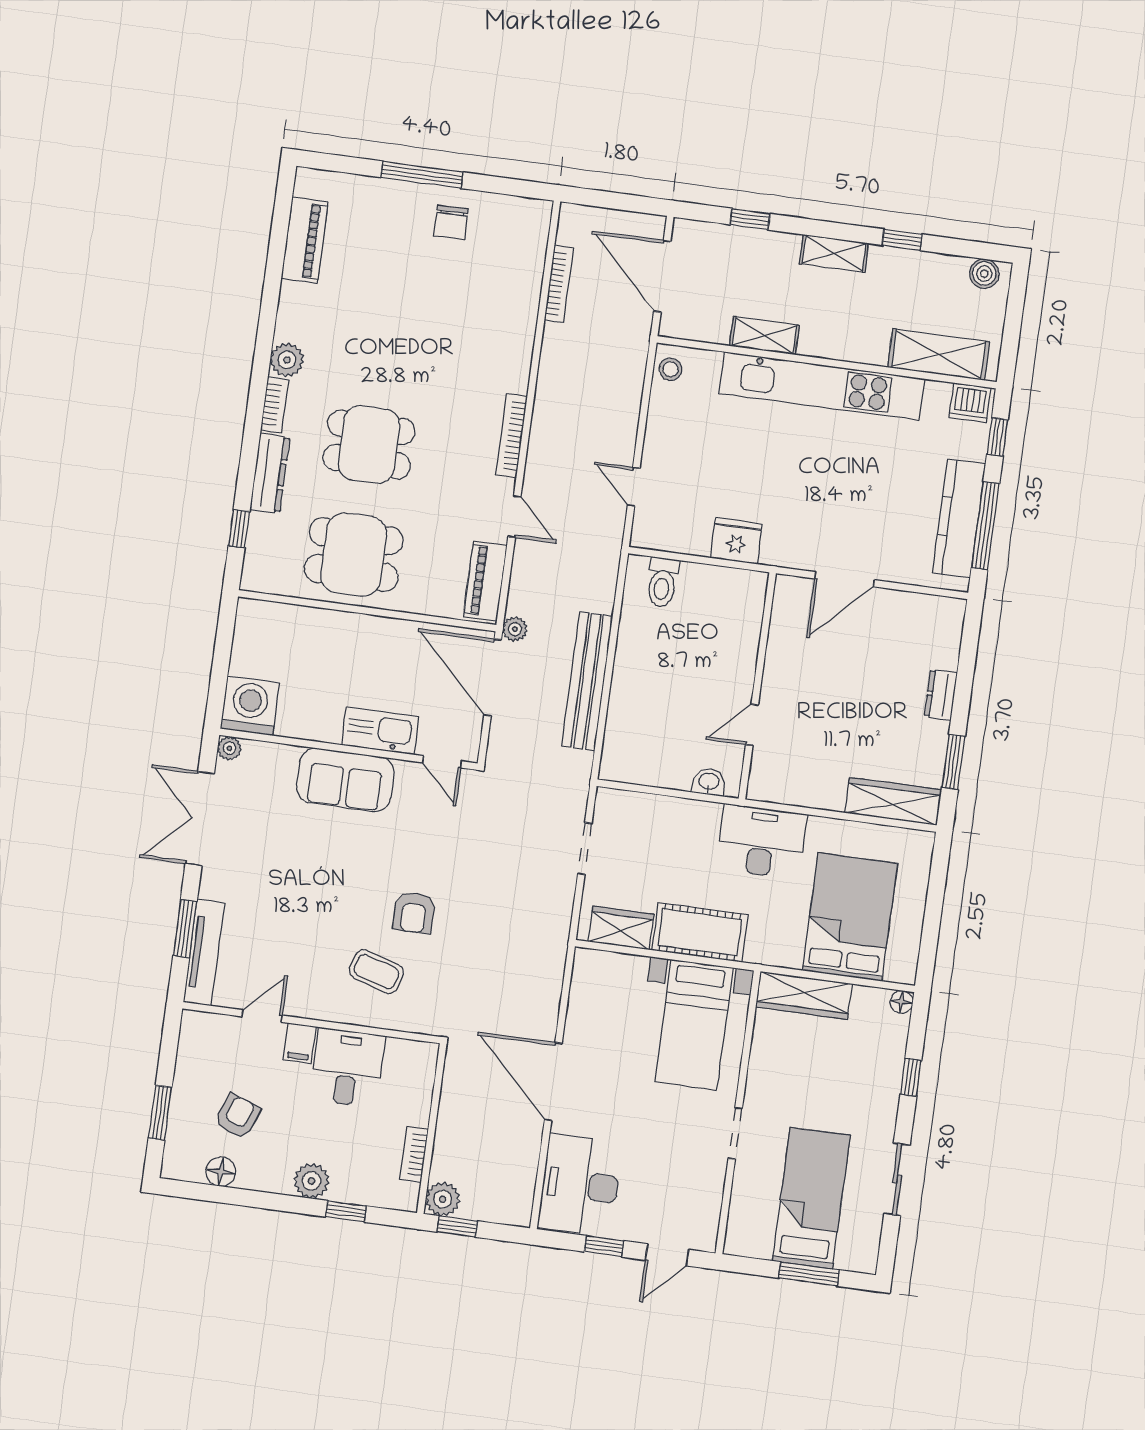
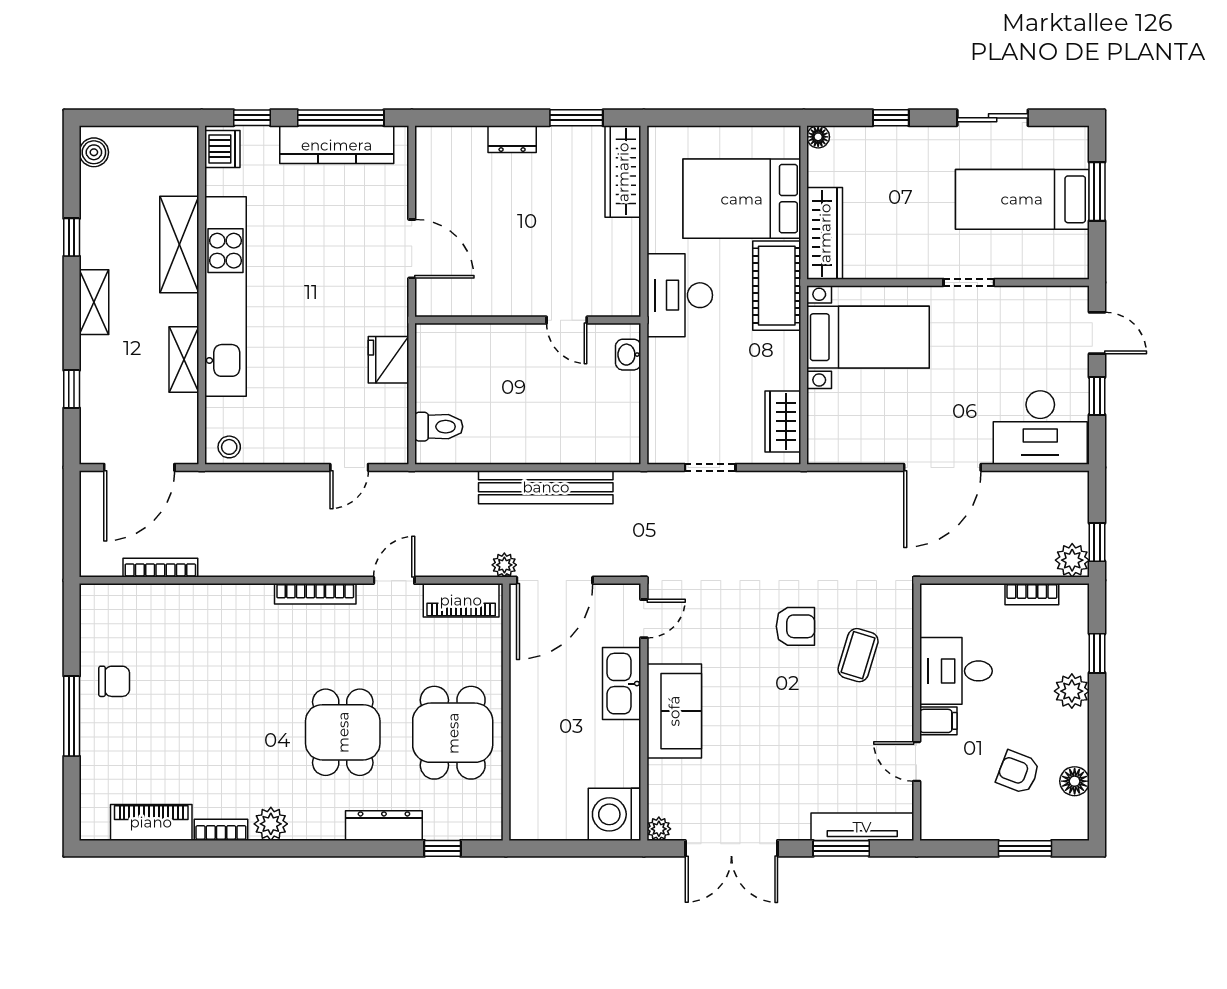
shelving: (939, 355) -> (179, 245), moved
bookcase: (275, 405) -> (221, 830), moved
cot: (700, 932) -> (777, 286), moved

